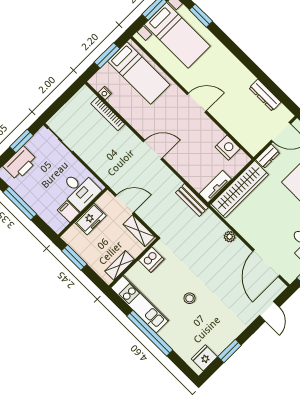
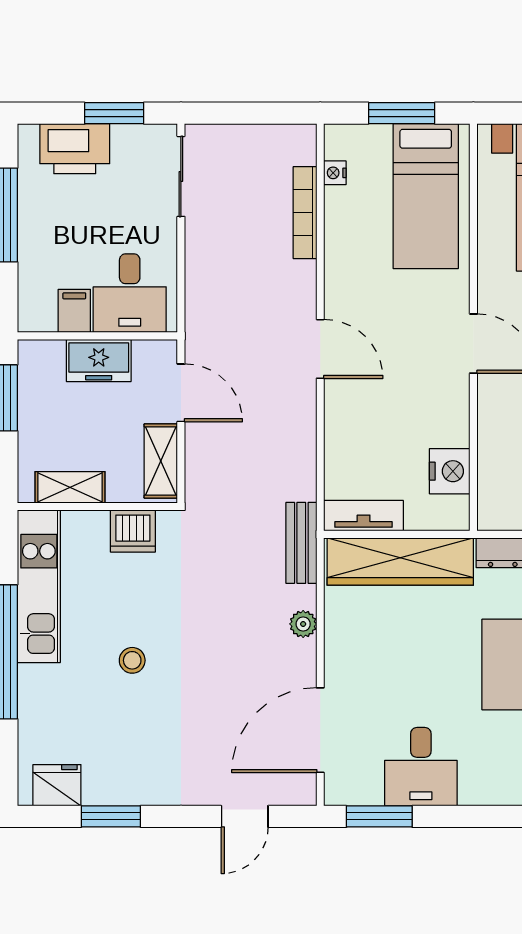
bench: (192, 200) -> (301, 543), moved

